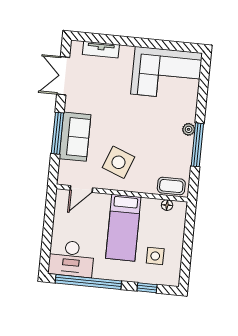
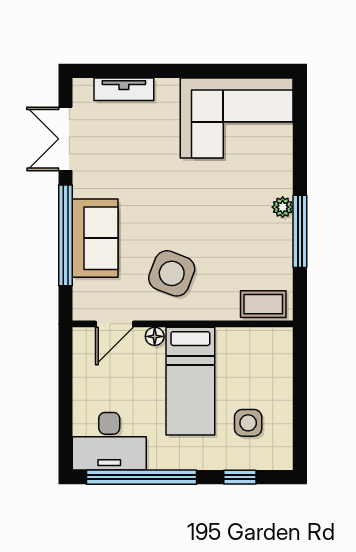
window: (57, 133) -> (65, 235), width x1.46
floor lamp: (167, 205) -> (155, 336), moved

